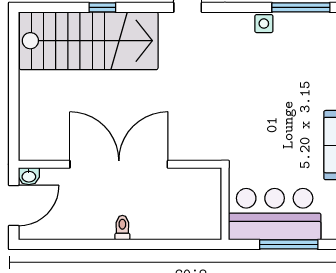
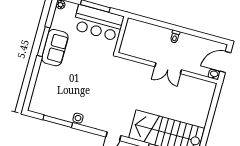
double door: (119, 164) -> (168, 68), width x0.54

